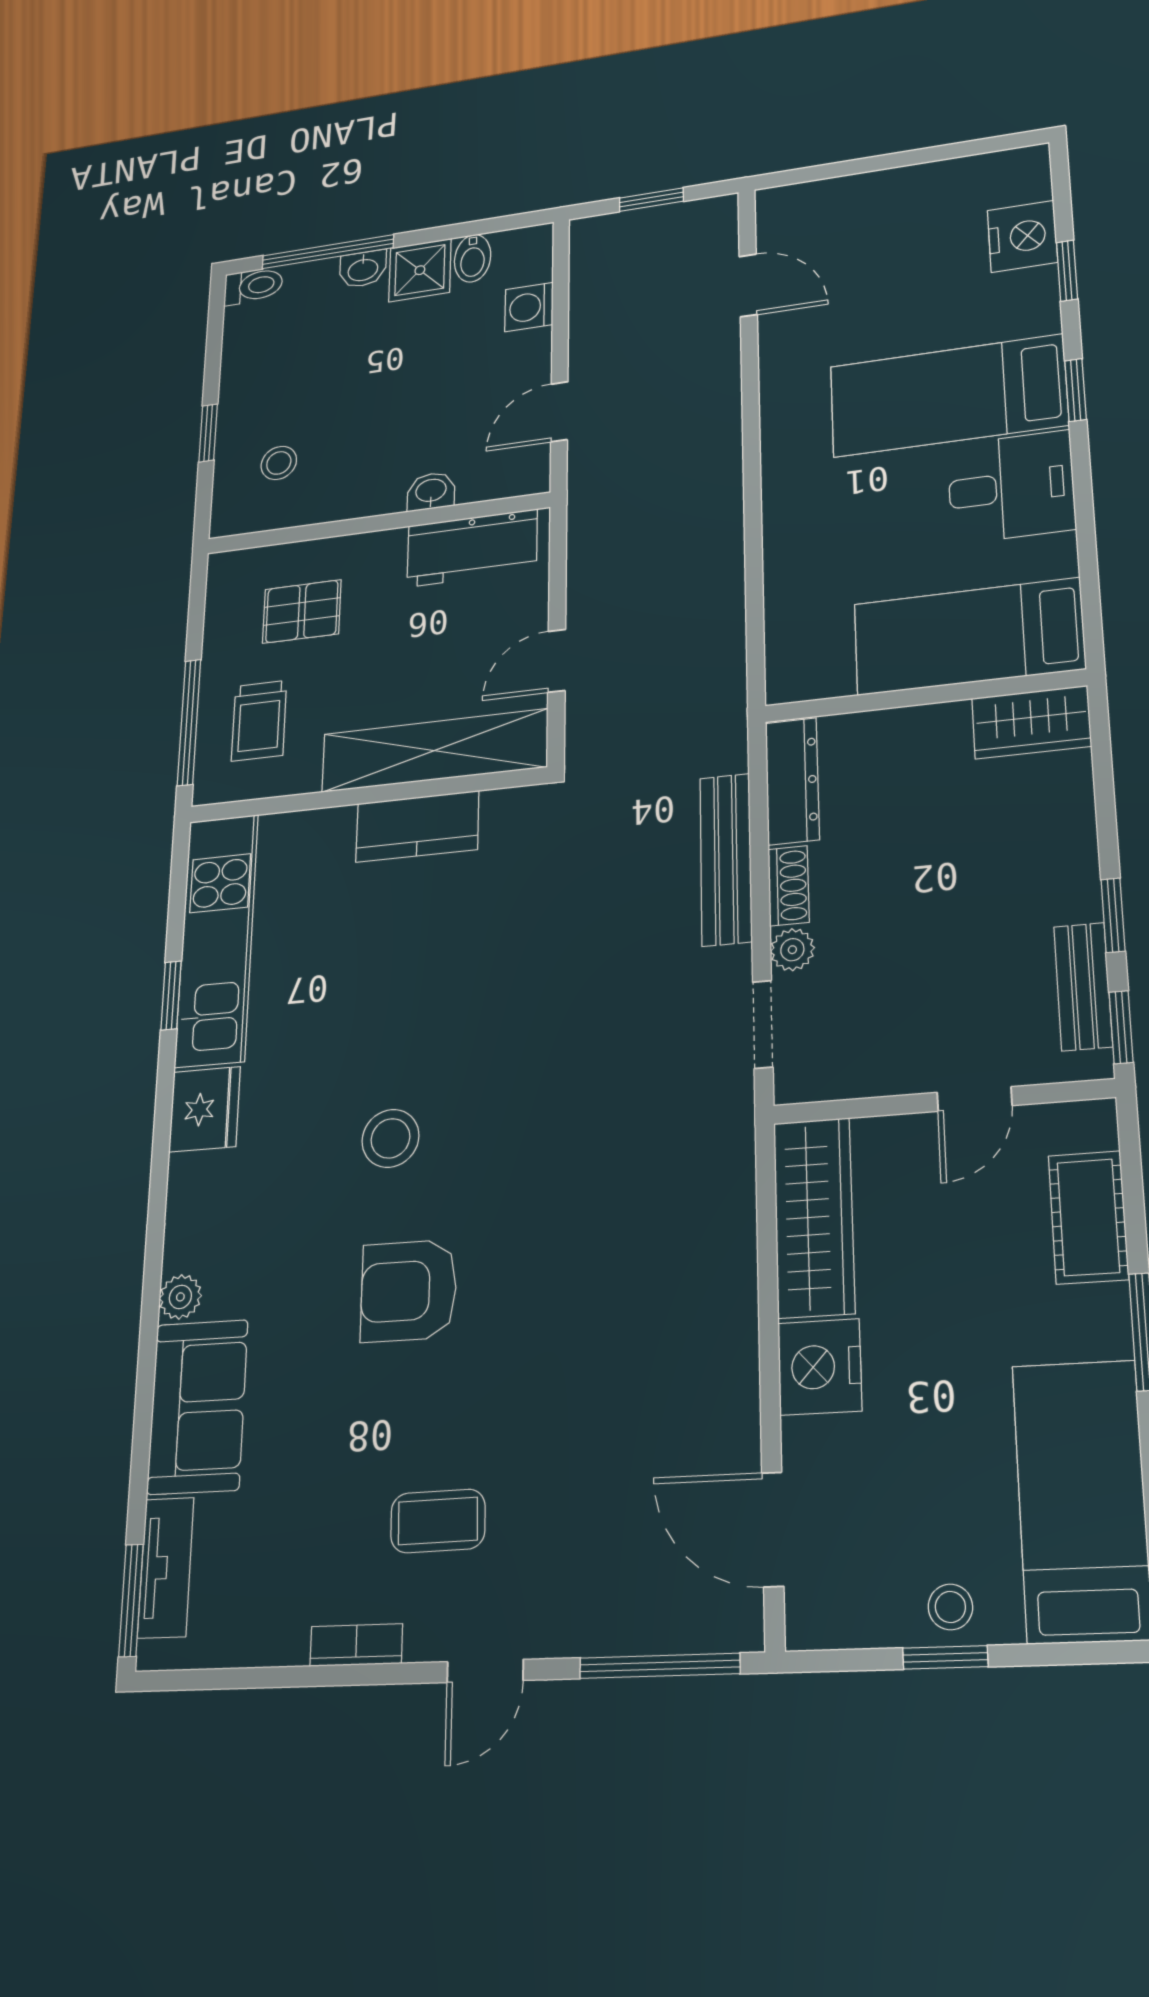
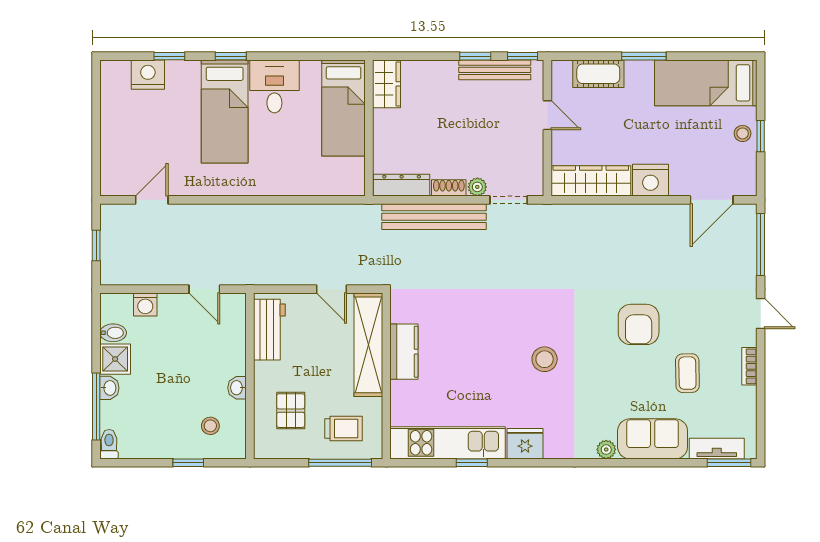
washbasin: (431, 491) -> (237, 388), moved
bench: (726, 859) -> (434, 217), width x1.37, depth x1.21
bench: (1083, 986) -> (495, 70), width x1.36
armchair: (409, 1291) -> (639, 324), moved
coffee table: (438, 1521) -> (687, 373), moved

